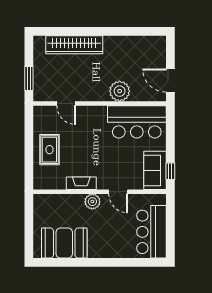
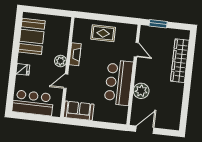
door: (66, 103) -> (136, 50), swing flipped
bar counter: (137, 122) -> (119, 83), moved
window: (170, 171) -> (77, 122), removed
fridge: (109, 250) -> (23, 69), added

